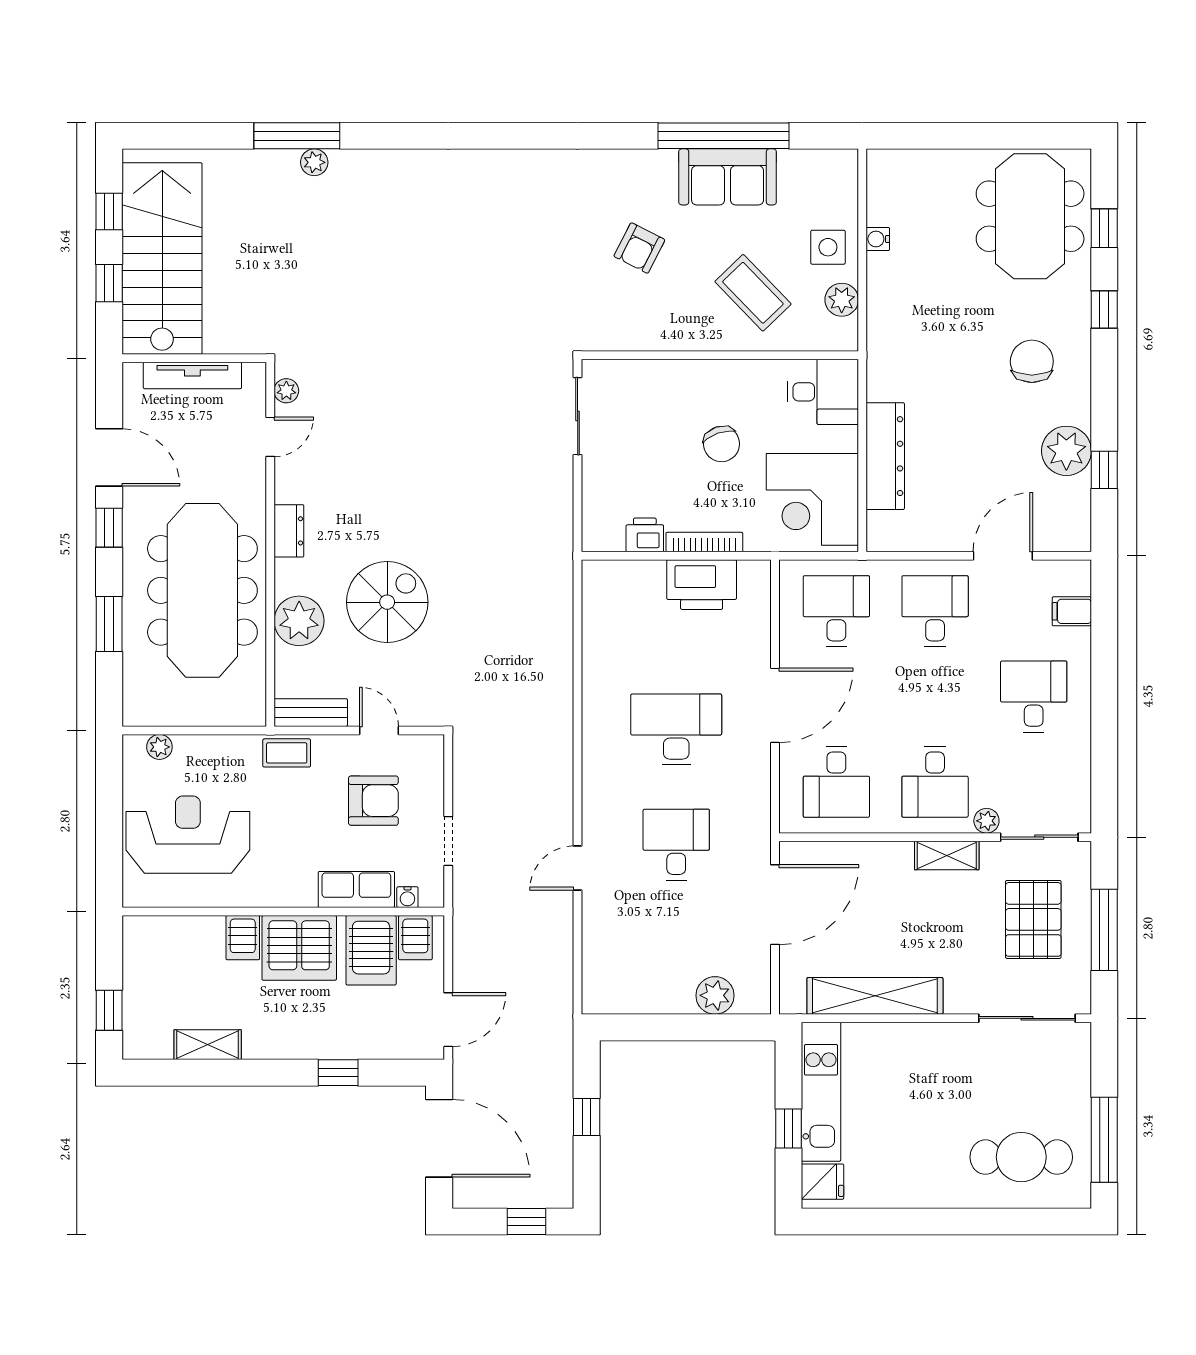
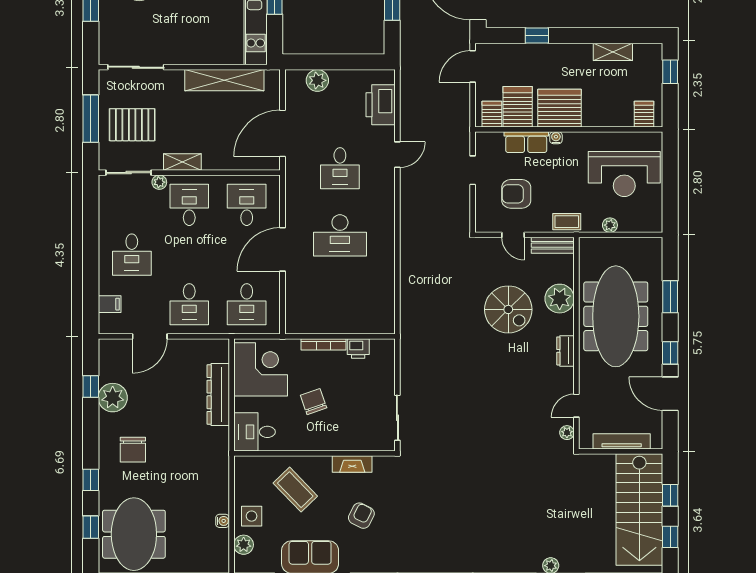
plant: (842, 300) -> (244, 545), moved
fireplace: (655, 337) -> (352, 464), added
printer: (702, 585) -> (381, 105), moved, turned -90
spiral stairs: (387, 602) -> (508, 309), turned -90
plant: (159, 747) -> (610, 225), moved
water cooler: (407, 897) -> (556, 138), moved
pallet: (1033, 919) -> (132, 125), turned 90
server rack: (243, 938) -> (644, 114), moved

